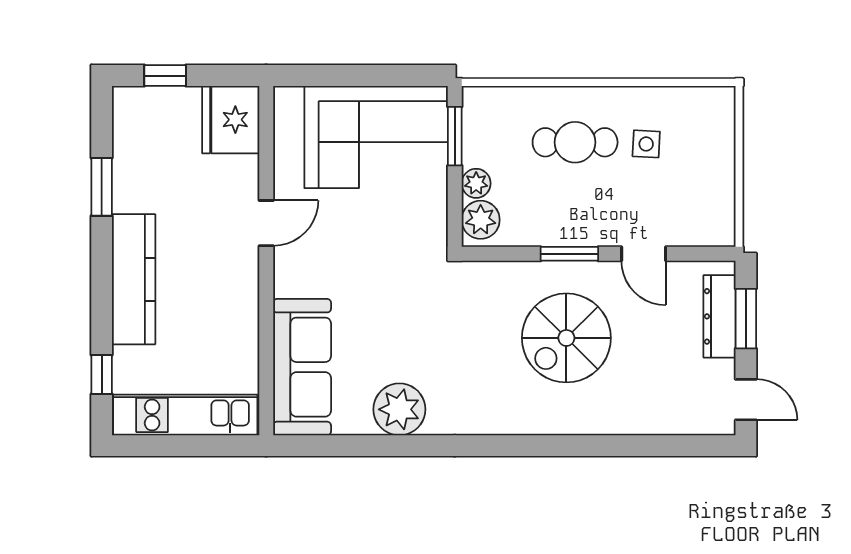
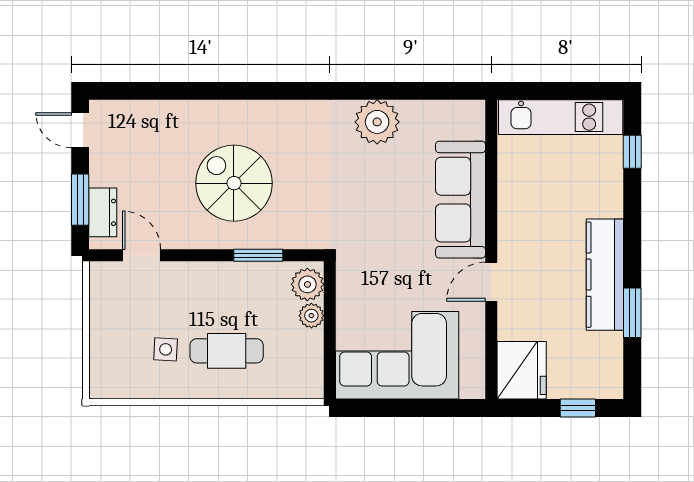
window: (455, 136) -> (330, 356), removed
window: (569, 254) -> (258, 255), moved
door: (644, 254) -> (142, 255), moved
kitchen counter: (134, 279) -> (605, 275), moved
dresser: (720, 316) -> (103, 212), width x0.70
spiral stairs: (566, 338) -> (234, 183), turned -90
sofa: (302, 367) -> (461, 200), moved

